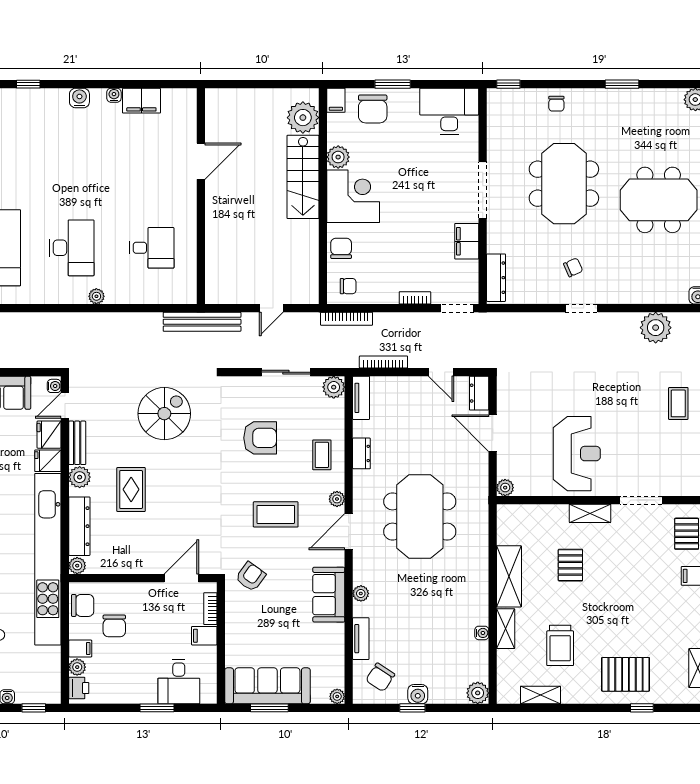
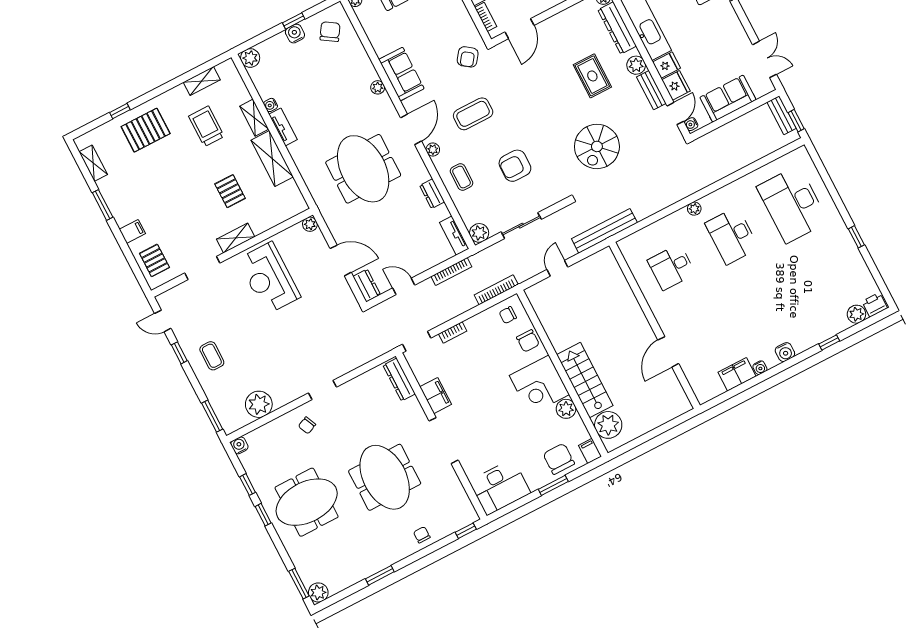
chair: (573, 267) -> (307, 425), moved
tv unit: (361, 639) -> (283, 127), moved, turned 180

